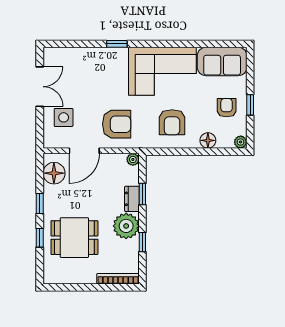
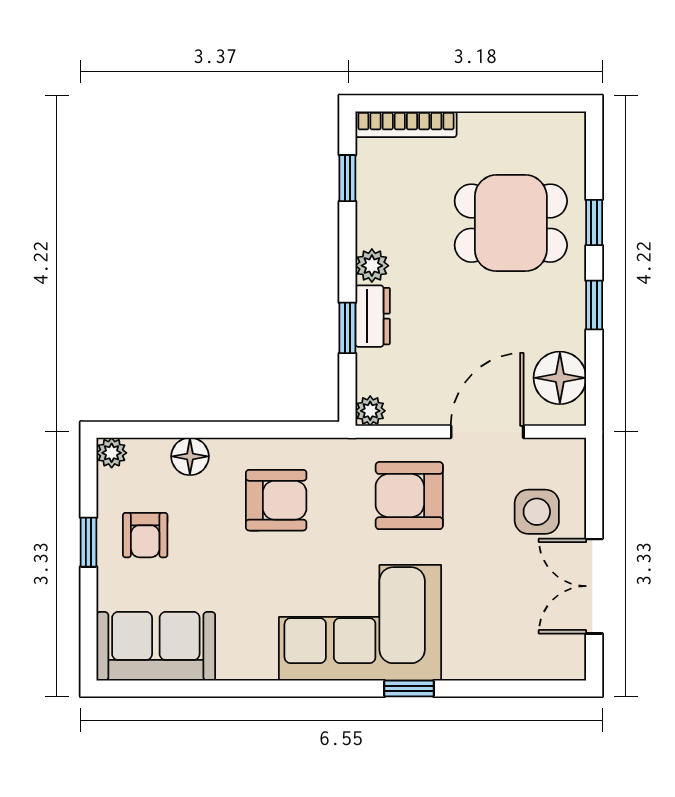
corner sofa: (162, 71) -> (360, 623), moved
armchair: (172, 122) -> (276, 500), turned 90
plant: (126, 226) -> (372, 266), width x0.53, depth x0.53
window: (142, 242) -> (347, 178), moved

